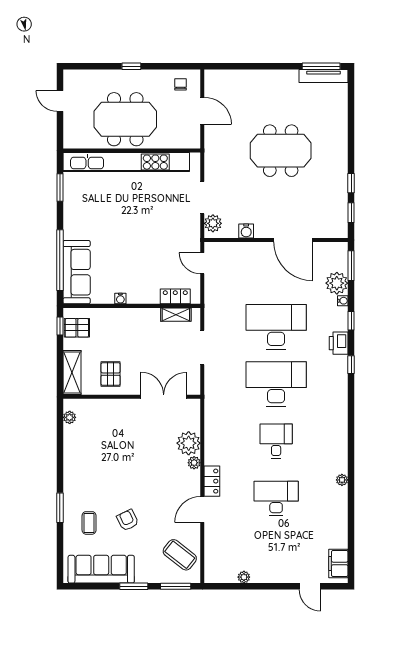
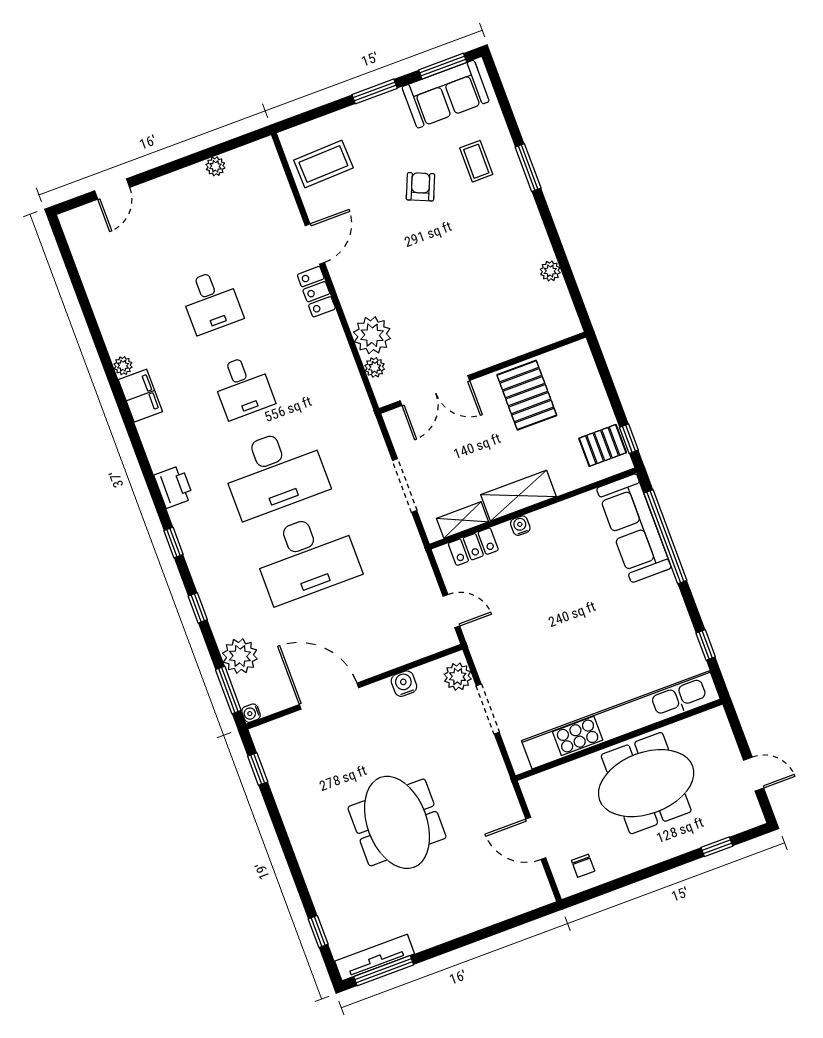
window: (131, 66) -> (717, 847), moved
meeting table: (281, 151) -> (397, 822), turned 90
window: (351, 183) -> (318, 932), moved
window: (60, 188) -> (706, 645), width x0.67
water cooler: (120, 299) -> (520, 526), moved
water cooler: (343, 301) -> (251, 713), moved
printer: (339, 343) -> (174, 487), moved
shelving: (72, 372) -> (519, 496), moved, turned 90
pallet: (111, 374) -> (527, 395), width x1.50, depth x1.42
plant: (70, 417) -> (550, 271), moved
plant: (194, 463) -> (375, 367), moved
desk: (276, 498) -> (211, 302), width x0.73
armchair: (128, 520) -> (420, 187), turned -131
coffee table: (180, 555) -> (323, 164), turned -40
filing cabinet: (338, 563) -> (140, 396), moved
sofa: (101, 569) -> (446, 94), width x0.73
window: (176, 586) -> (443, 66), moved
door: (310, 586) -> (112, 189), swing flipped

